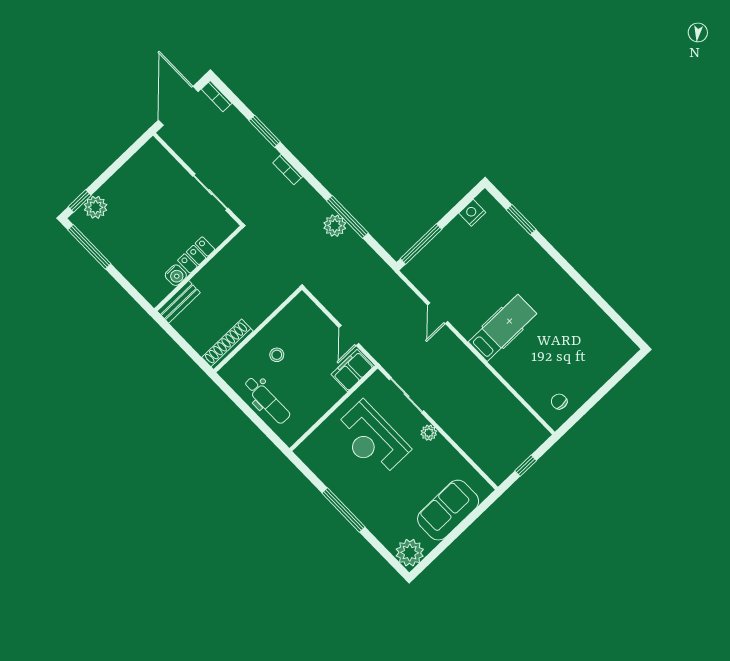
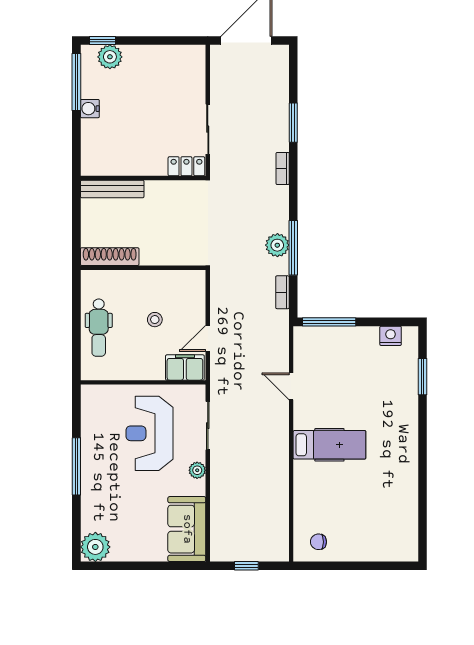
bookcase: (217, 96) -> (282, 292), moved
locker: (196, 255) -> (186, 166), moved
water cooler: (176, 275) -> (90, 109), moved, turned 90
bench: (179, 302) -> (112, 189), width x1.36
door: (438, 313) -> (291, 386), hinge flipped
stool: (277, 355) -> (155, 320), moved
chair: (559, 402) -> (318, 542), turned -90
sofa: (448, 510) -> (187, 529), moved, turned -90

